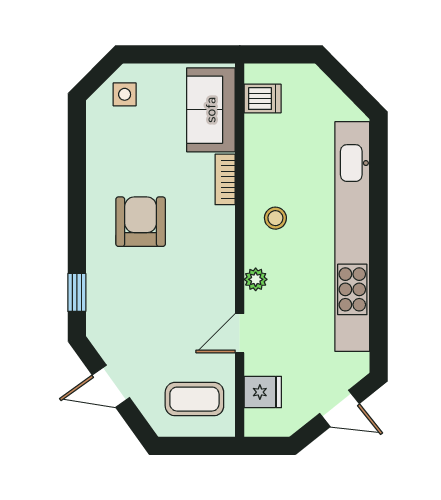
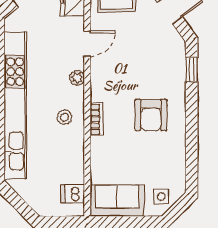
sofa: (211, 110) -> (117, 201), moved, turned -90
bookcase: (225, 179) -> (97, 119), moved

